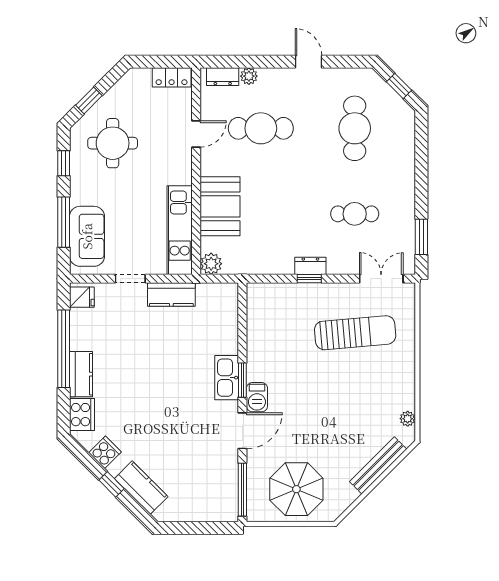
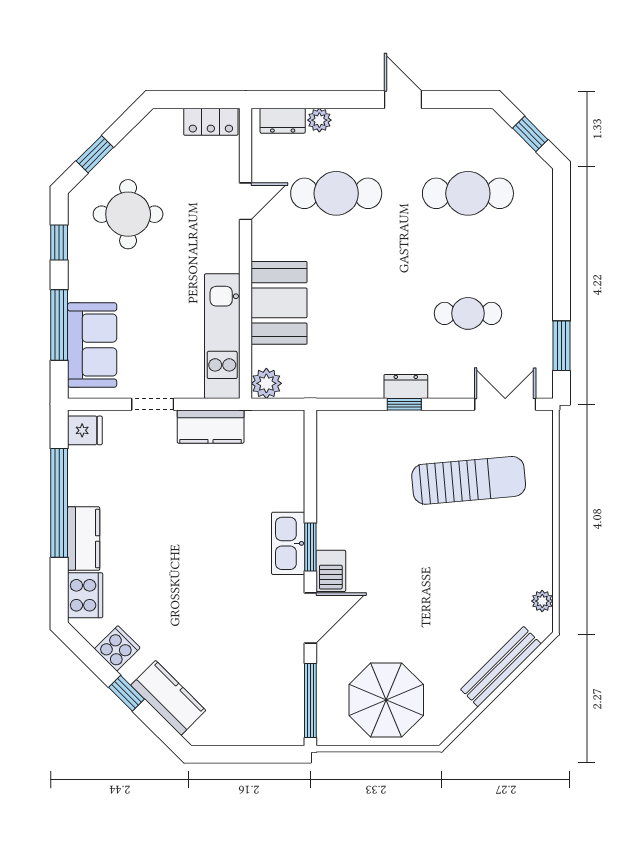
cafe table: (355, 128) -> (468, 193), turned 90

